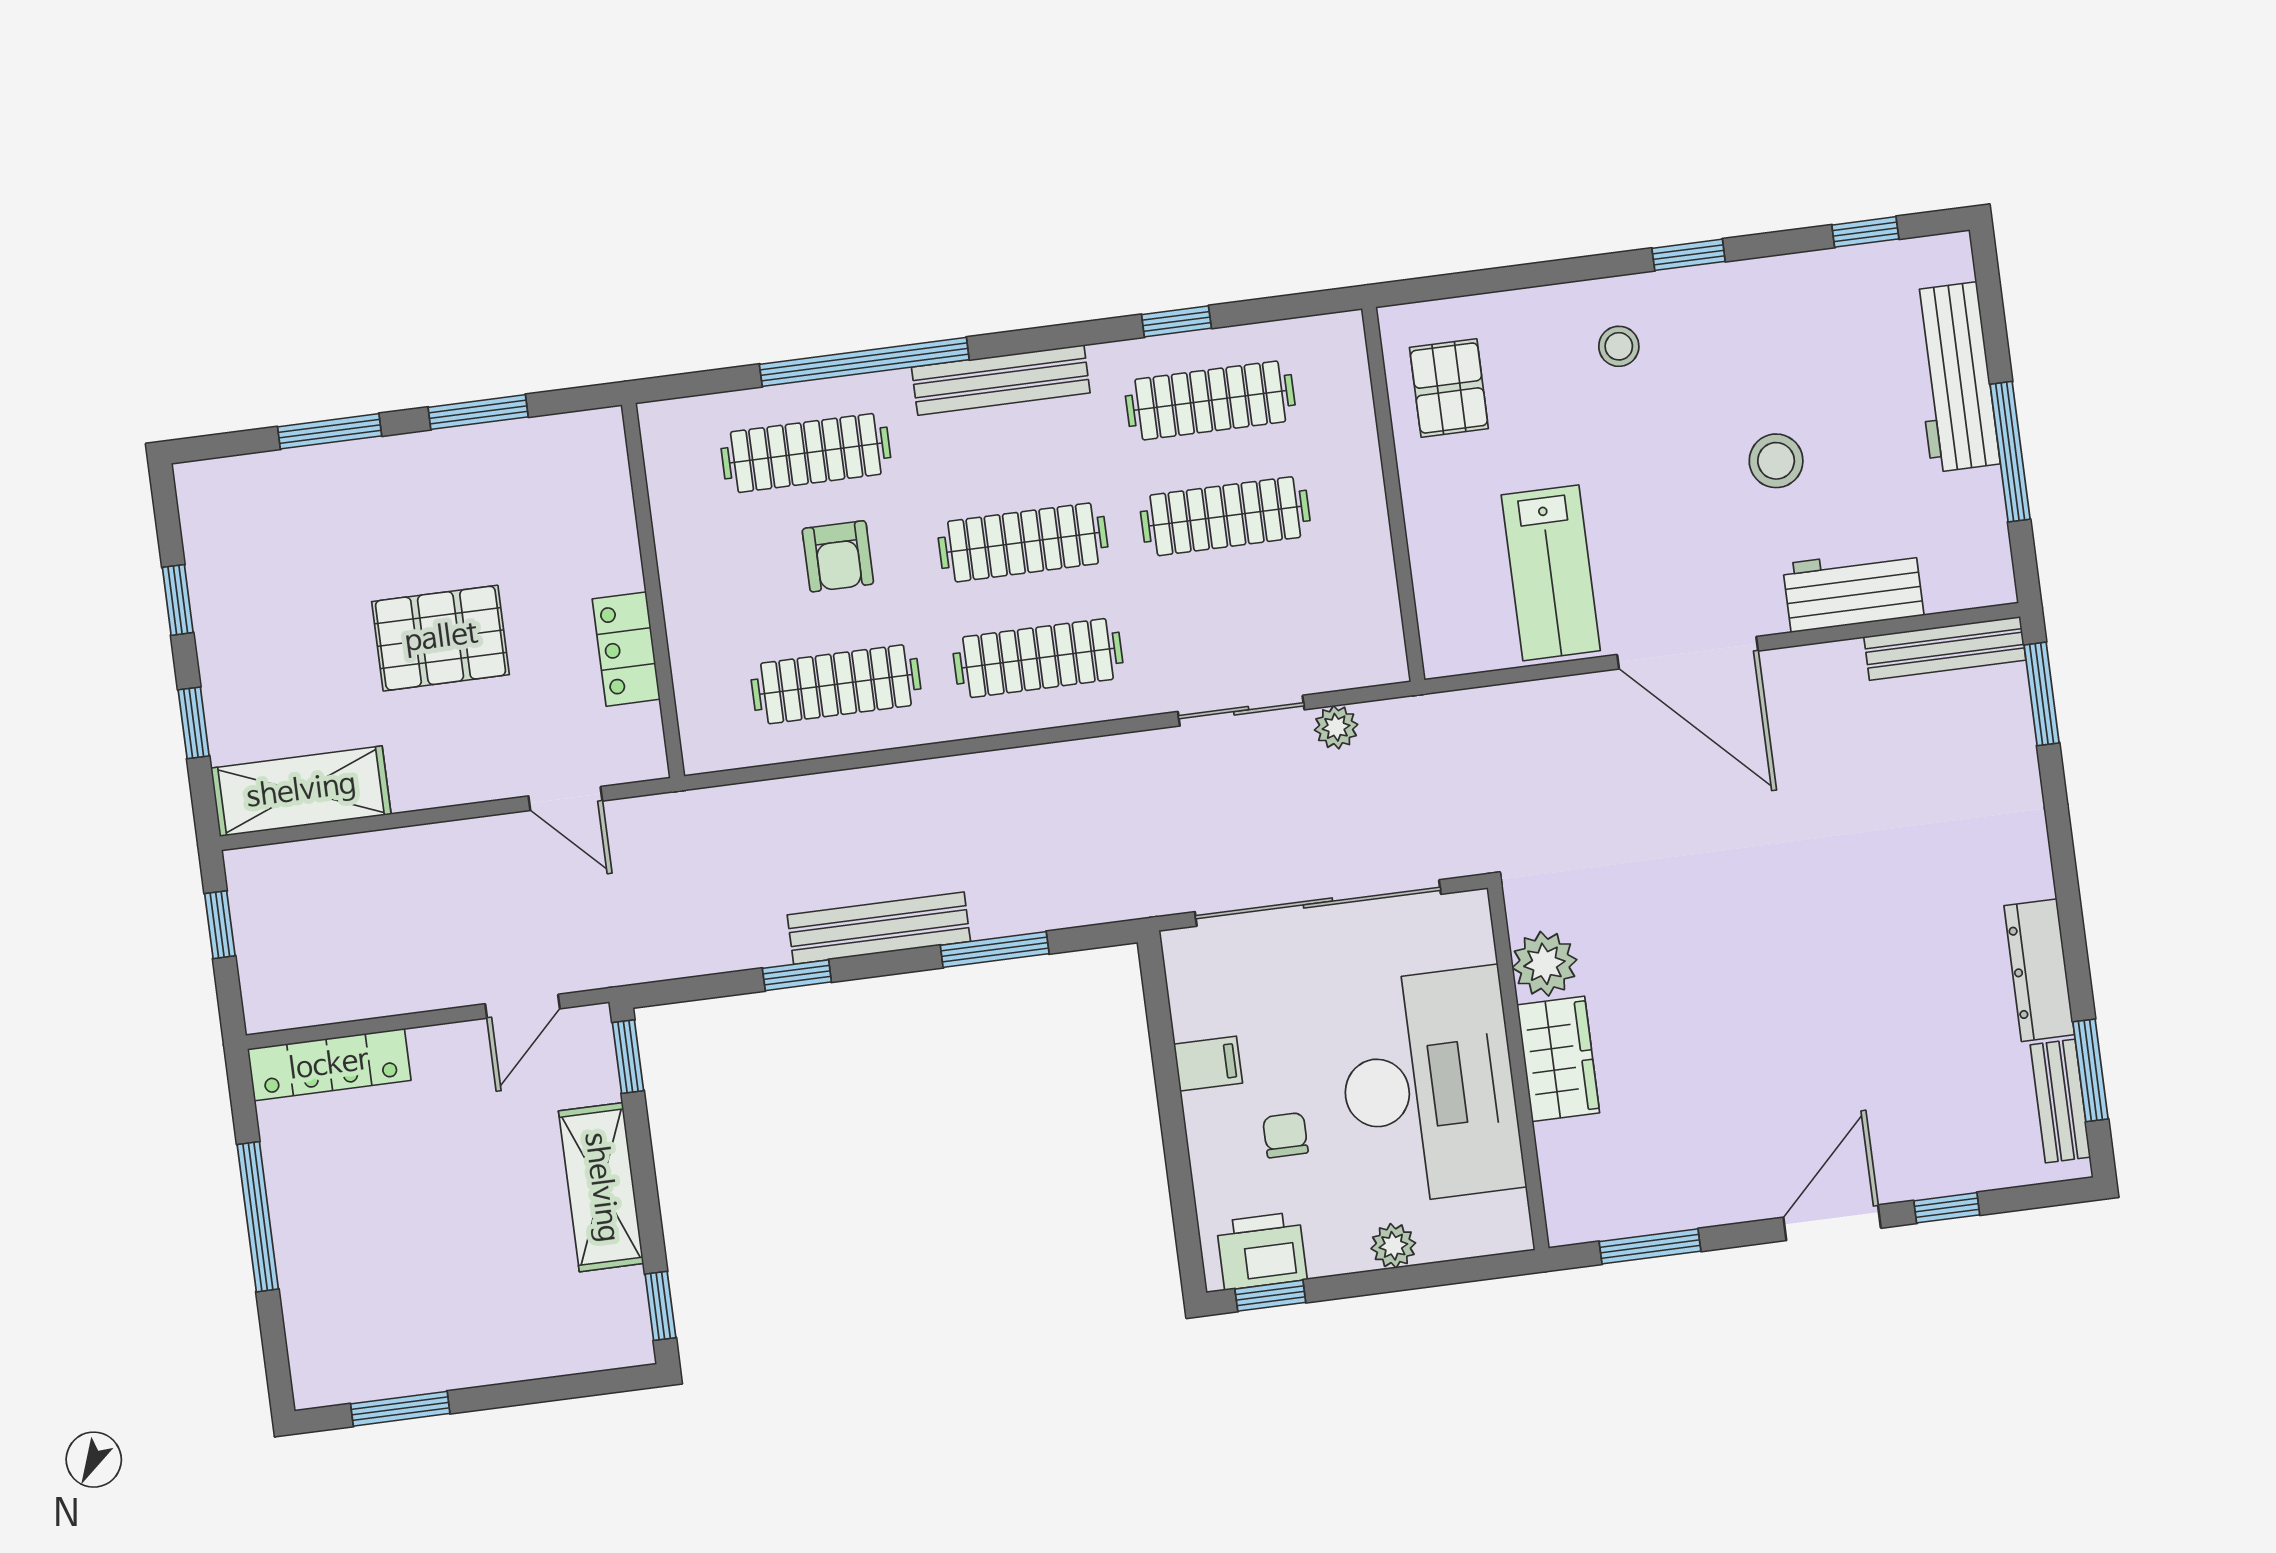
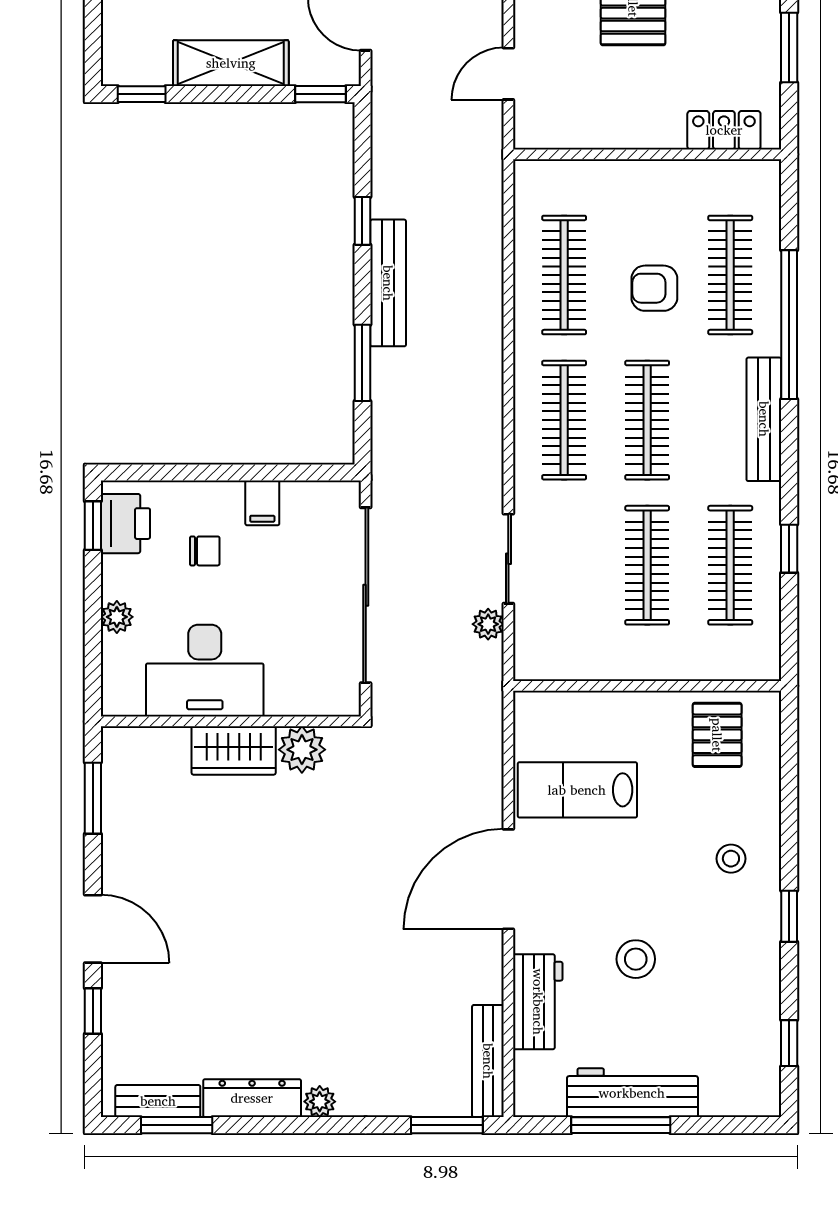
workbench: (1954, 377) -> (632, 1093), moved
pallet: (1449, 388) -> (717, 735), turned 90
locker: (626, 649) -> (724, 130), moved
plant: (2032, 875) -> (320, 1102), added
desk: (1429, 1086) -> (205, 671), width x0.73, depth x0.77

